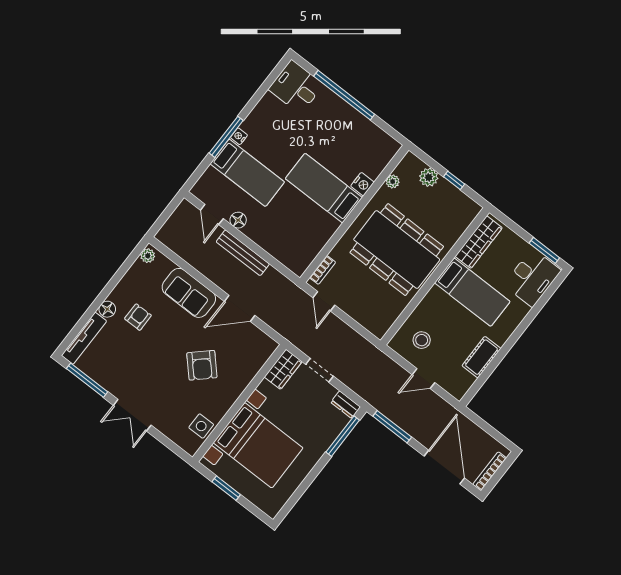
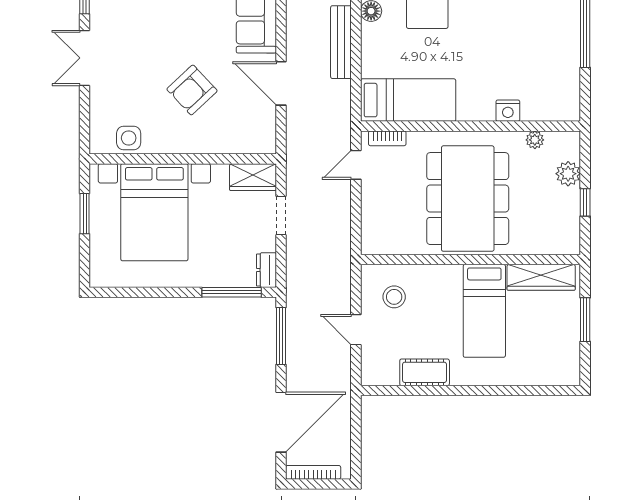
bed: (324, 188) -> (408, 100), moved, turned 90
window: (544, 250) -> (585, 320), moved
desk: (532, 278) -> (547, 361), removed

